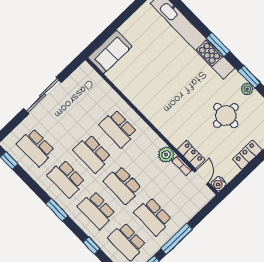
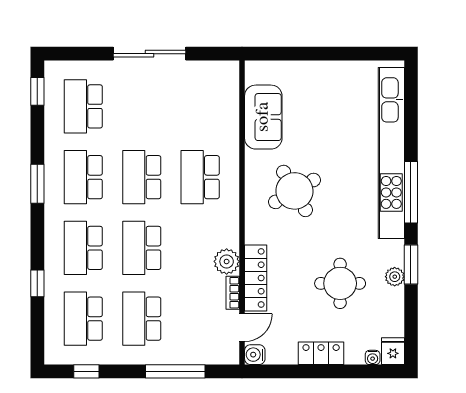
window: (218, 45) -> (411, 192), width x1.44
sofa: (110, 52) -> (263, 117), moved, turned -90
round table: (166, 94) -> (294, 191), added
locker: (191, 154) -> (256, 278), width x1.53
window: (57, 210) -> (37, 184), moved
window: (177, 239) -> (175, 371), moved

